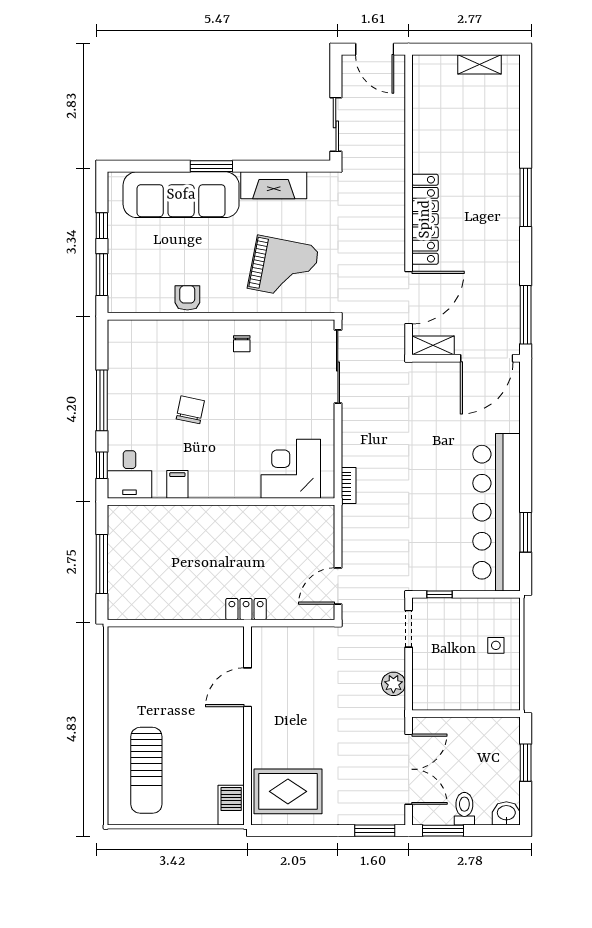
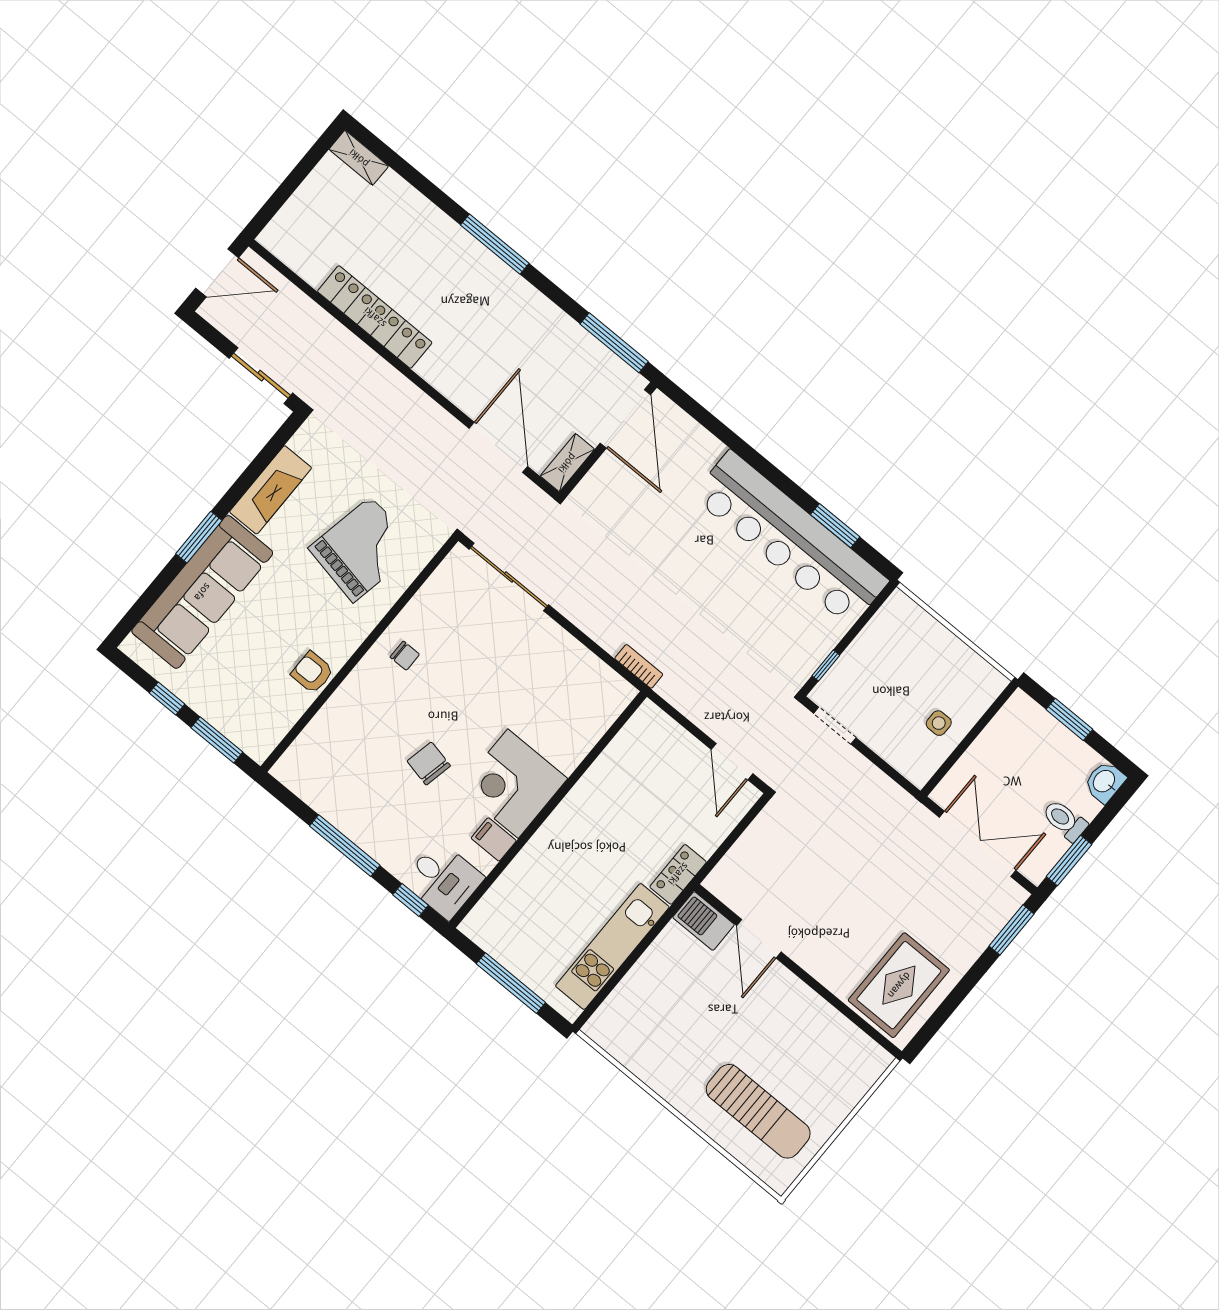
shelving: (480, 64) -> (359, 158), moved, turned 90
locker: (425, 219) -> (375, 317), moved
corner desk: (291, 469) -> (513, 784), moved
kitchen unit: (172, 605) -> (612, 946), added
side table: (496, 645) -> (939, 723), moved
plant: (393, 684) -> (878, 787), removed
barbecue: (231, 805) -> (704, 921), moved

